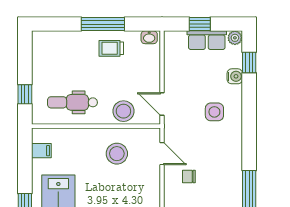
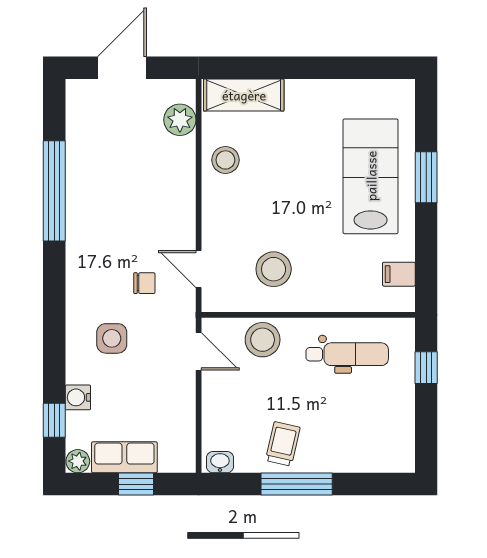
trolley: (111, 48) -> (283, 444), turned -77
chair: (189, 176) -> (144, 283), moved

